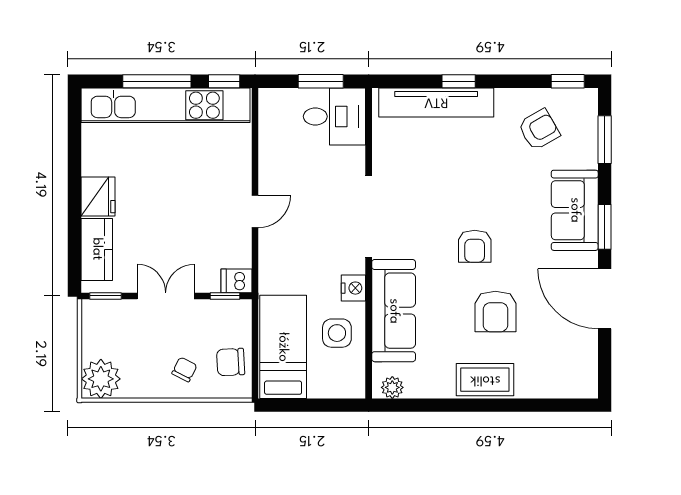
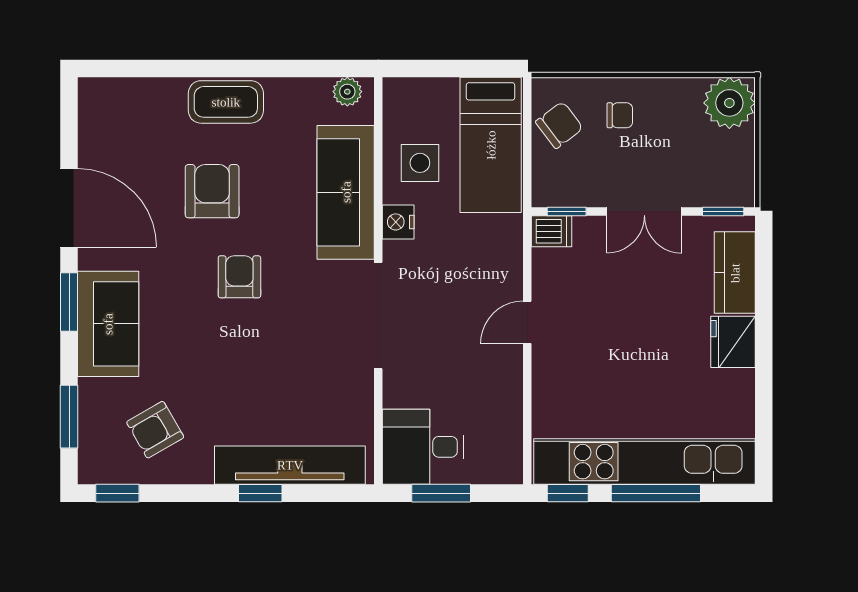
chair: (231, 362) -> (559, 125), turned -34
chair: (184, 369) -> (620, 115), turned -117

